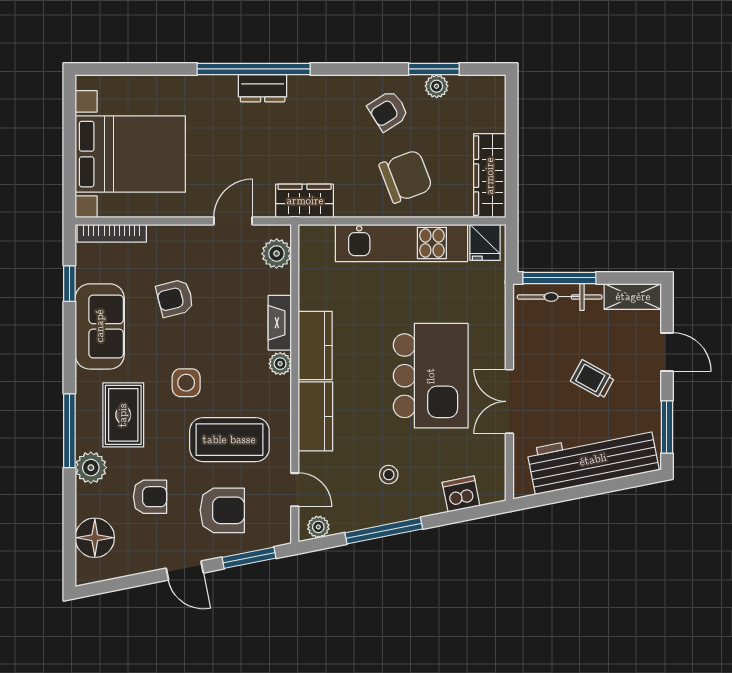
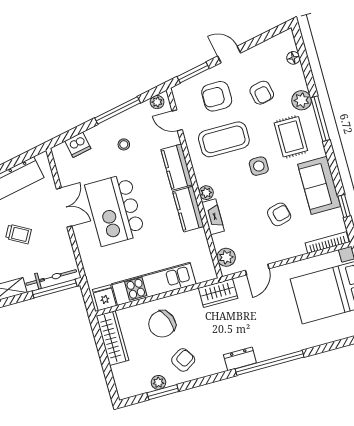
dresser: (263, 88) -> (240, 359), moved
armchair: (150, 497) -> (262, 93), turned -102
floor lamp: (95, 538) -> (293, 58), width x0.53, depth x0.53

